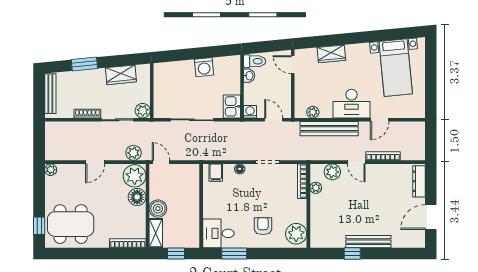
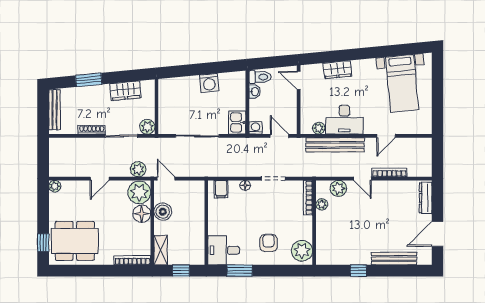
desk: (352, 104) -> (344, 120), moved
boiler: (158, 209) -> (163, 212), moved
bench: (368, 242) -> (394, 259), moved

